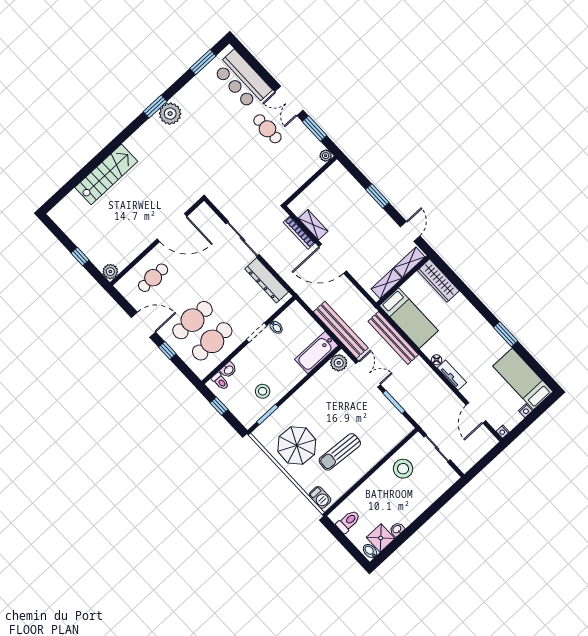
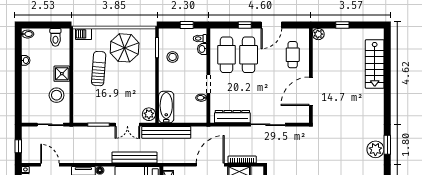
stairs: (106, 174) -> (375, 64), moved
window: (486, 460) -> (18, 146), added
shower: (381, 538) -> (62, 74), moved

